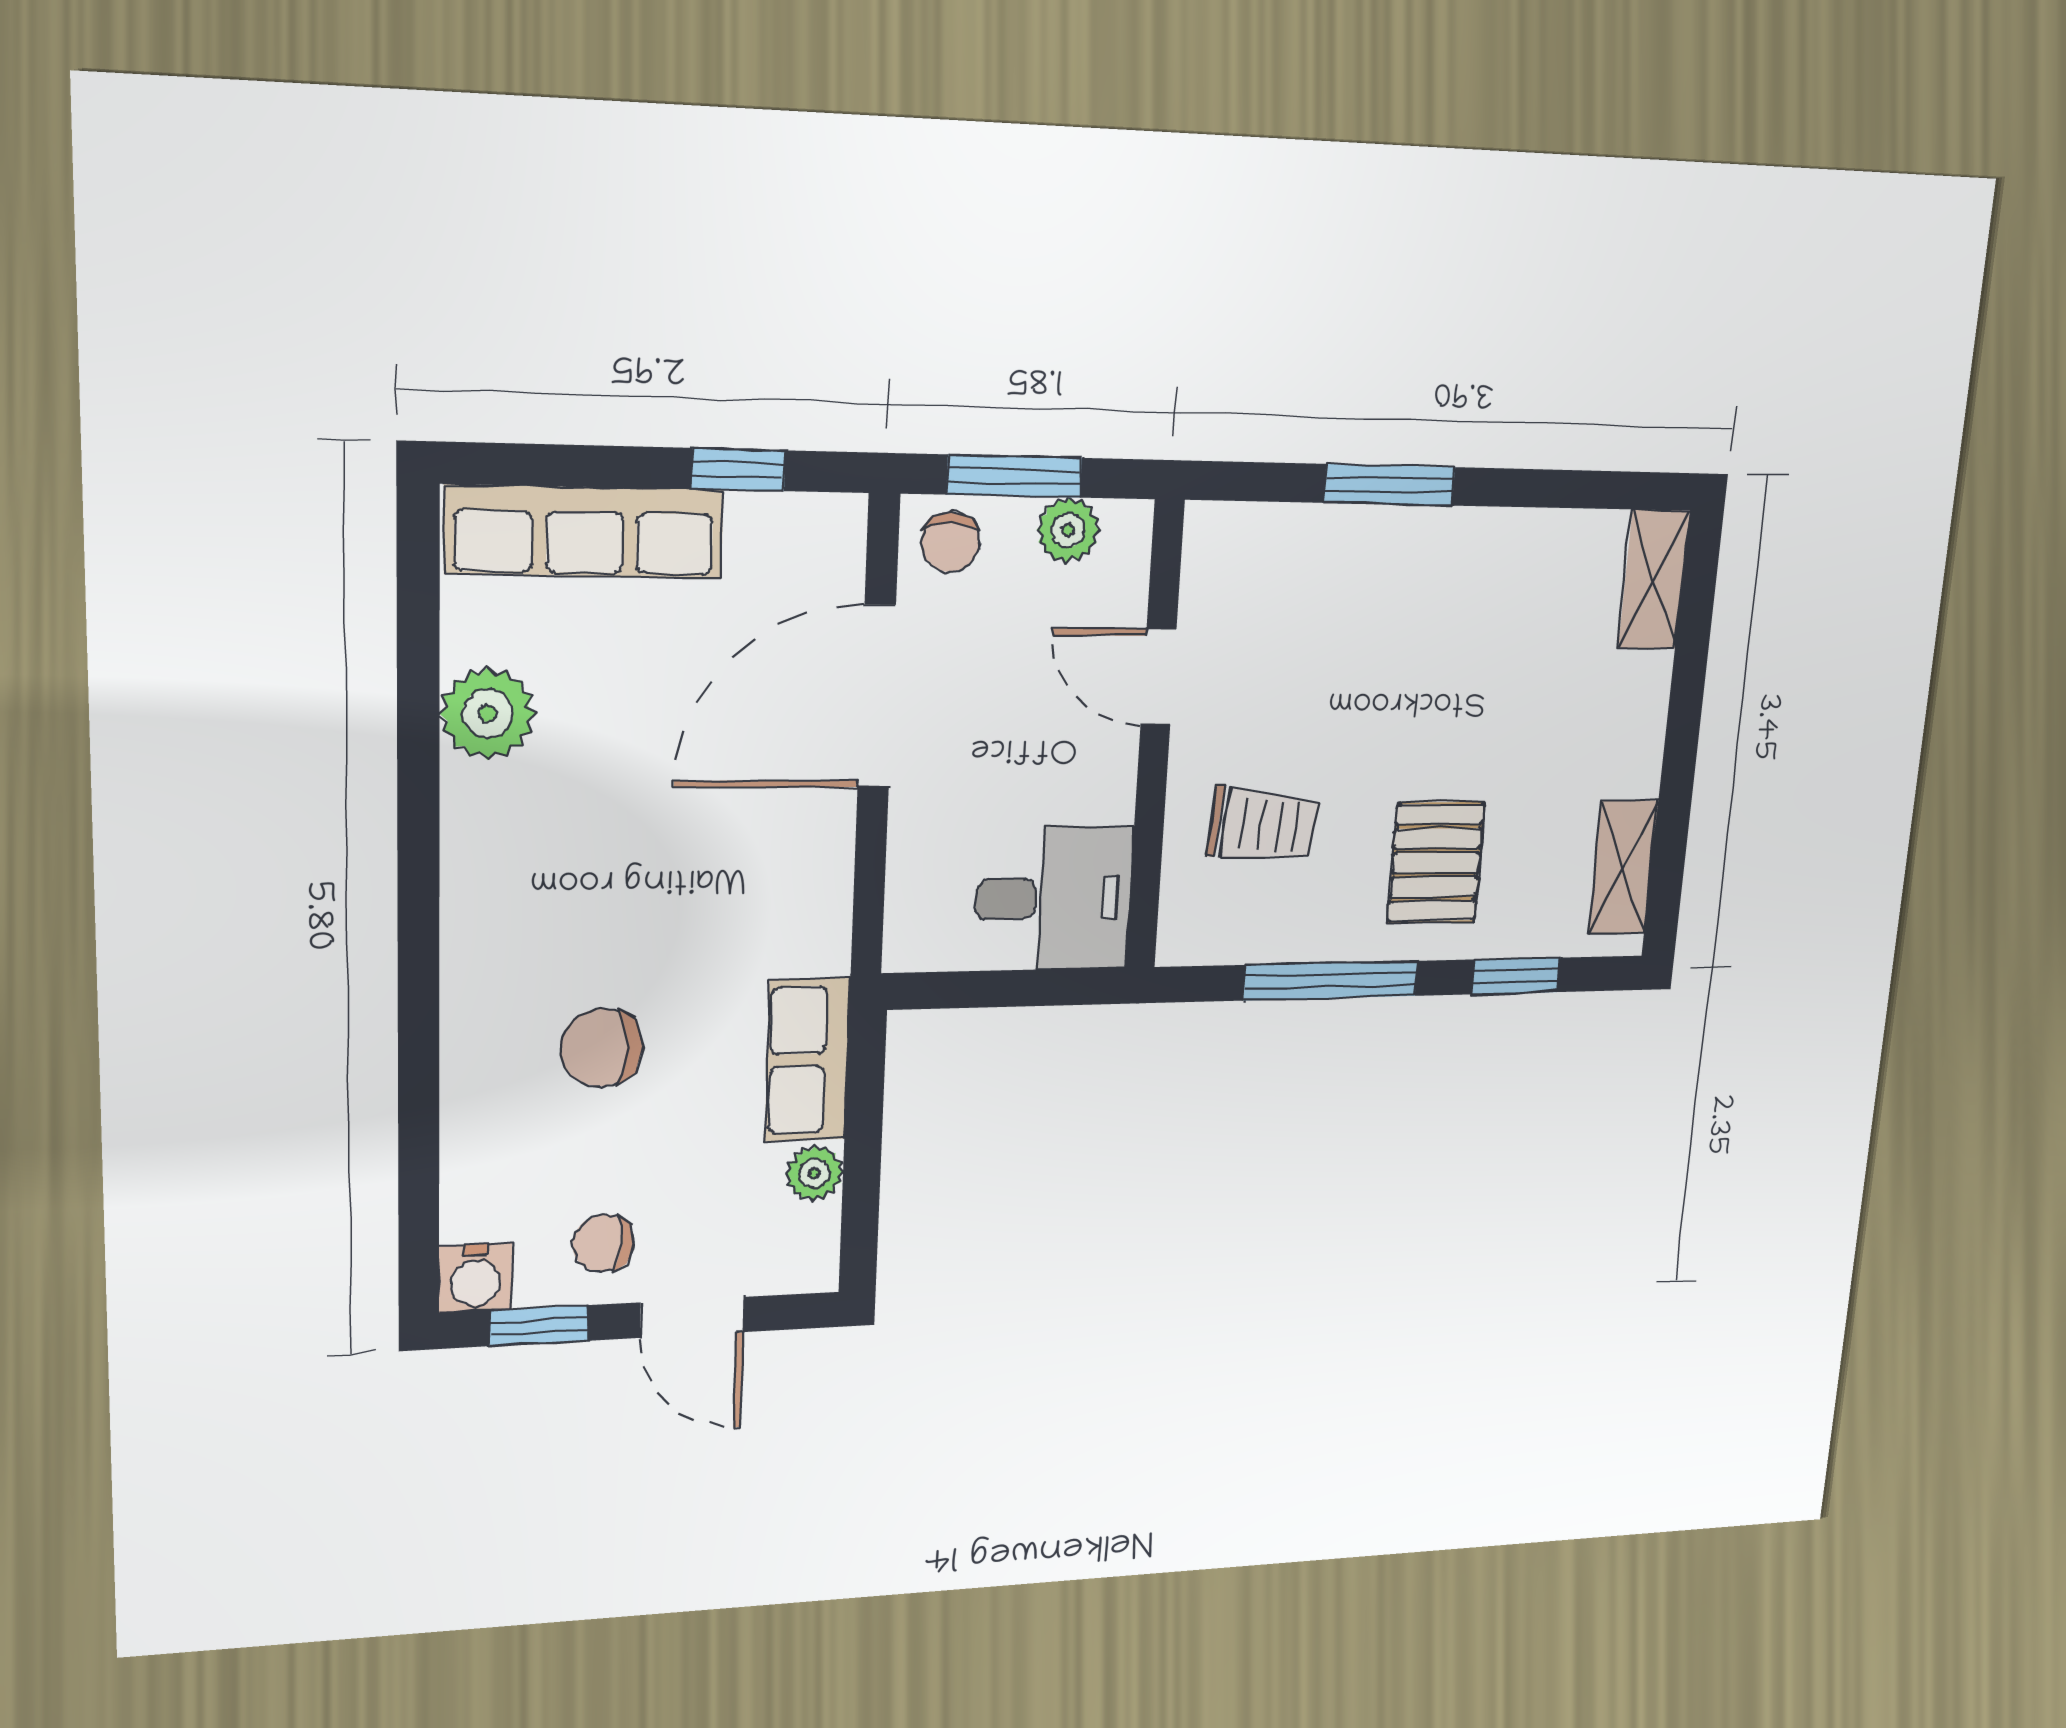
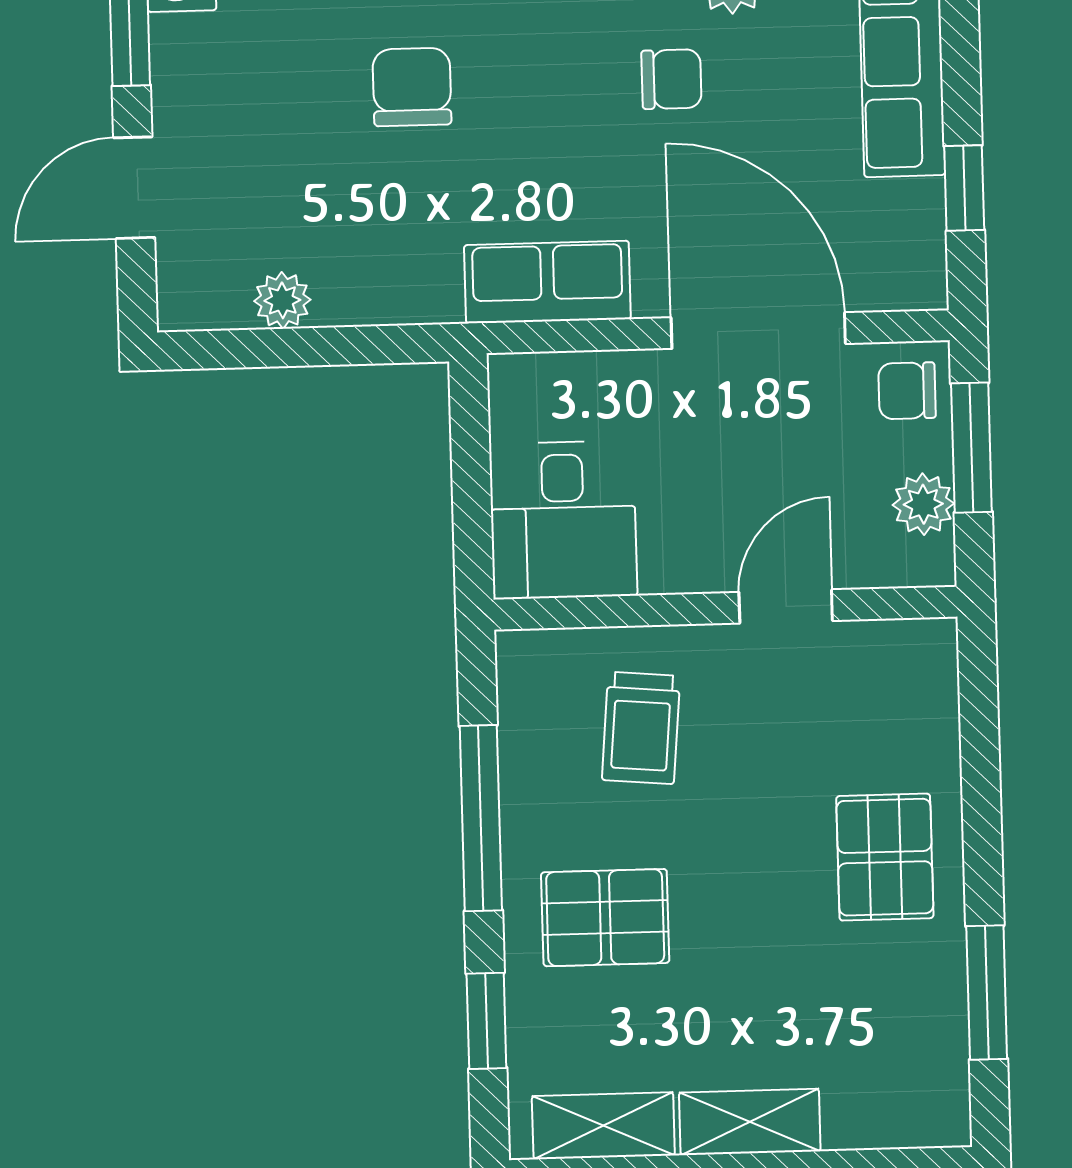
window: (1390, 485) -> (987, 993), moved
shelving: (1654, 580) -> (750, 1122), moved
pallet: (1411, 586) -> (885, 857), added
row of seats: (807, 1060) -> (547, 282), moved
chair: (603, 1243) -> (671, 79), moved, turned 85

